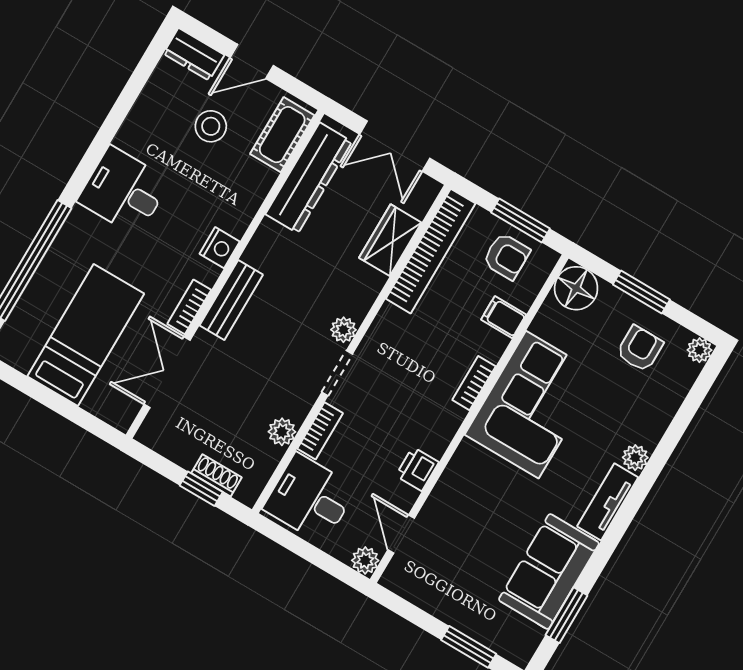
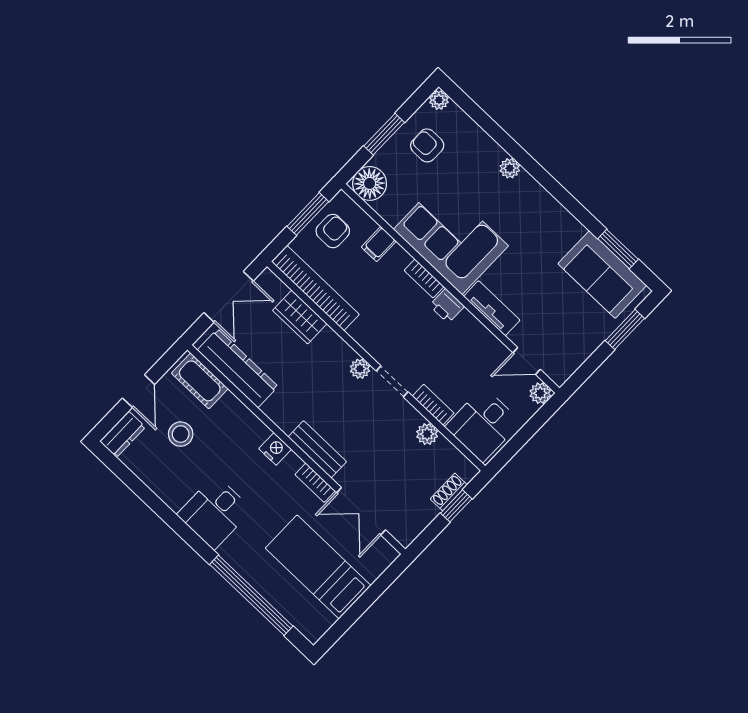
printer: (417, 469) -> (447, 306), moved
tv unit: (608, 502) -> (492, 308), moved, turned 180
sofa: (549, 572) -> (602, 275), moved

